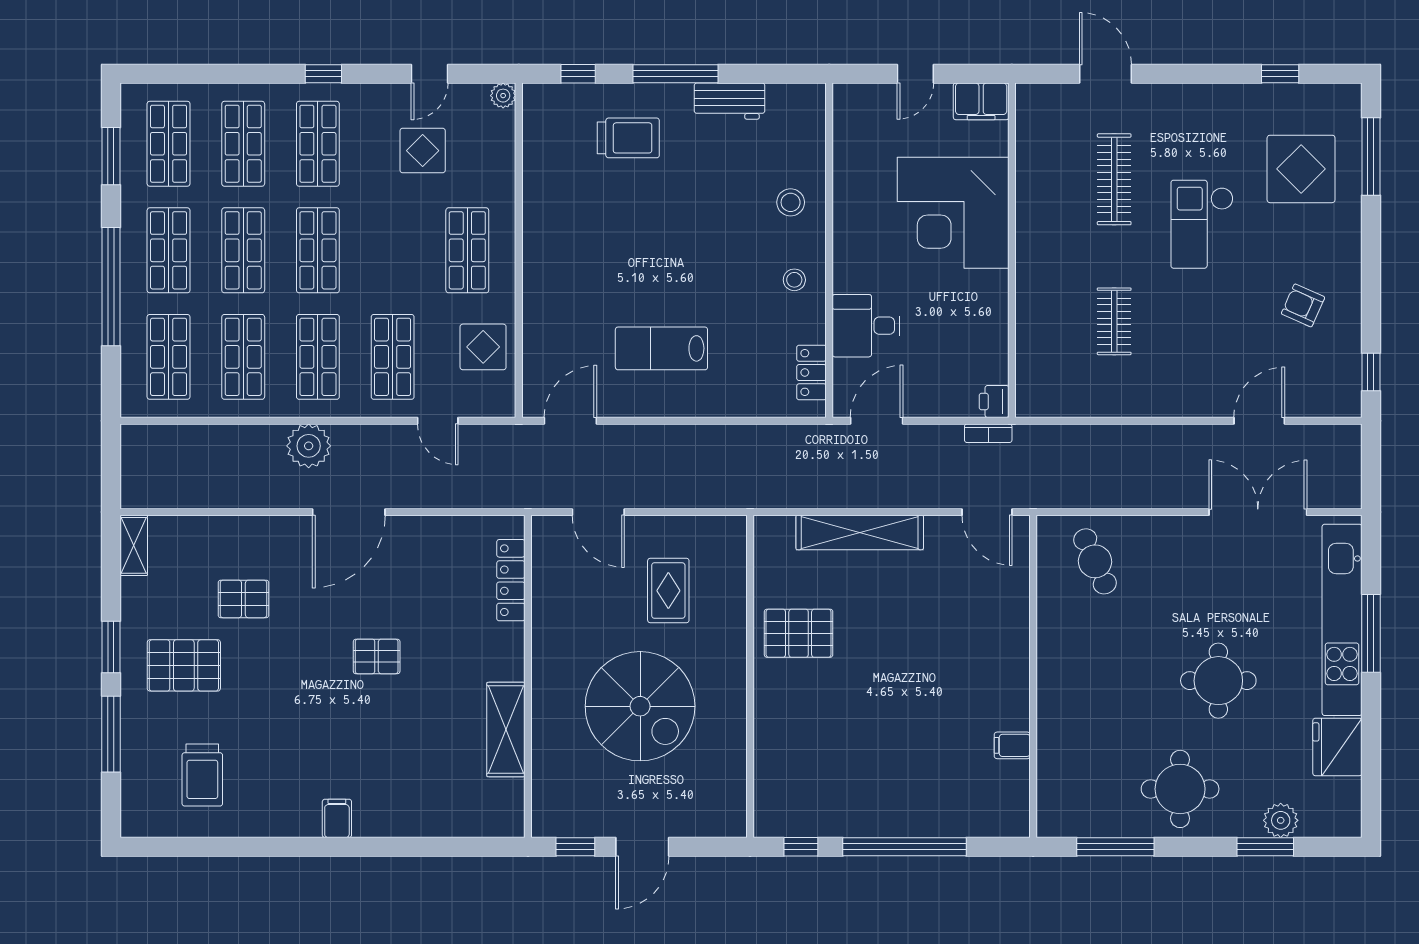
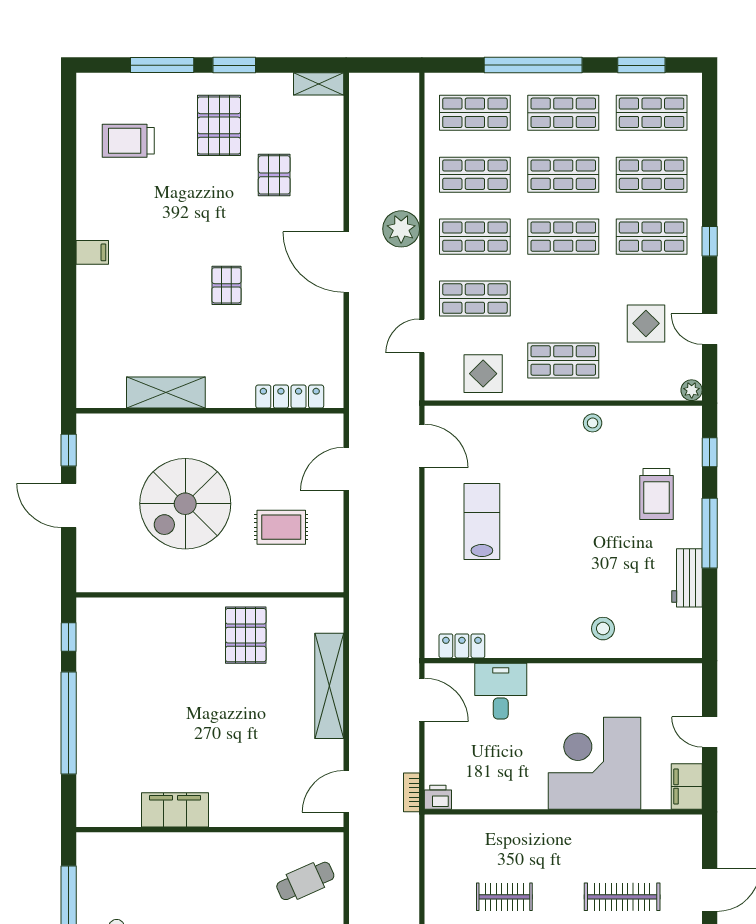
stool: (794, 280) -> (593, 423), moved
filing cabinet: (1012, 745) -> (175, 810), width x3.00, depth x1.17

